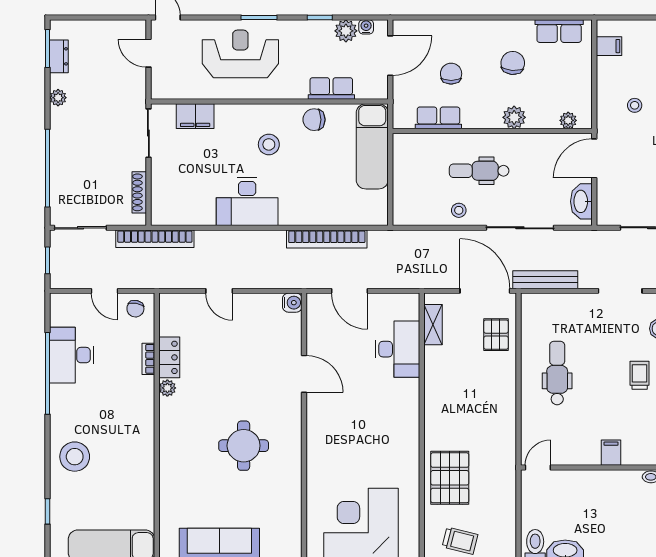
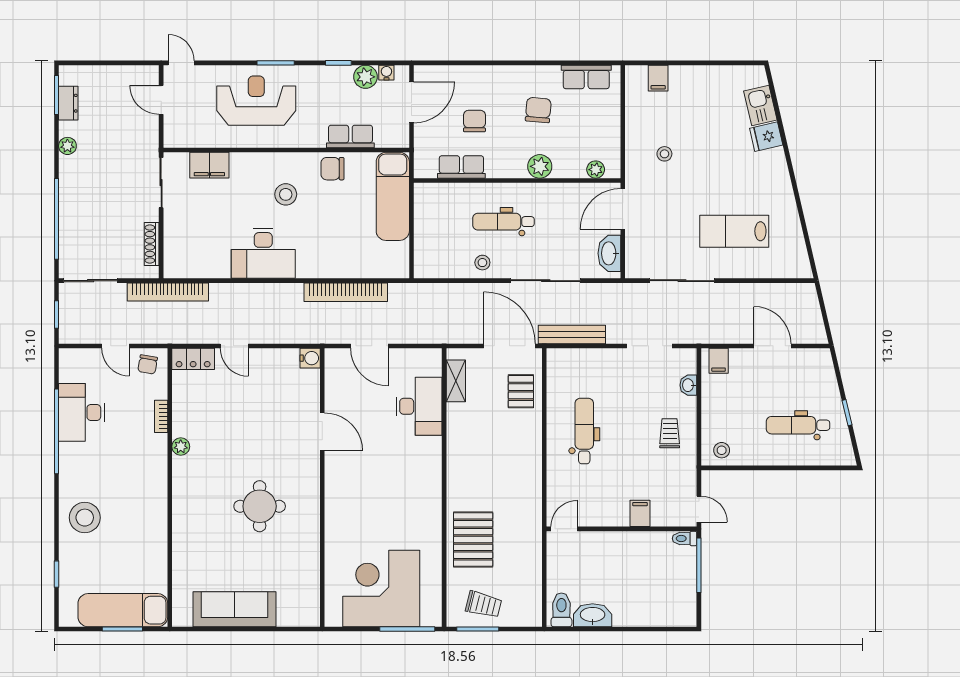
filing cabinet: (609, 46) -> (658, 78), moved, turned 90
locker: (169, 357) -> (193, 359), moved, turned 90

